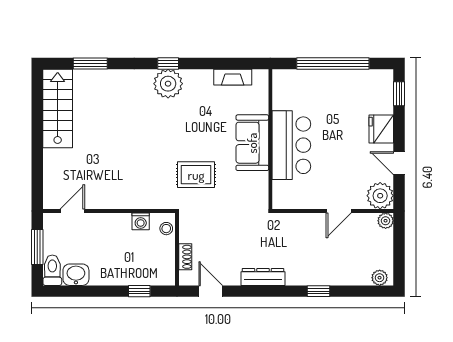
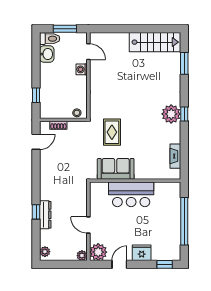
sofa: (252, 143) -> (116, 169), moved
washing machine: (141, 221) -> (82, 69), moved
dresser: (263, 277) -> (45, 215), moved

